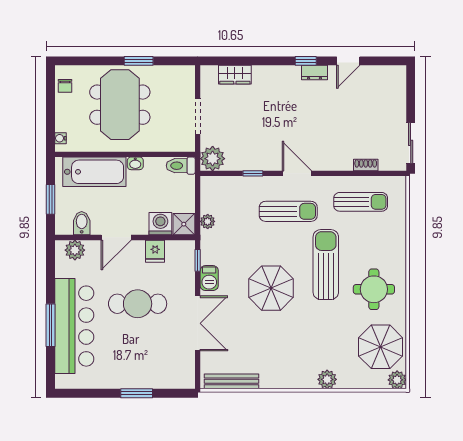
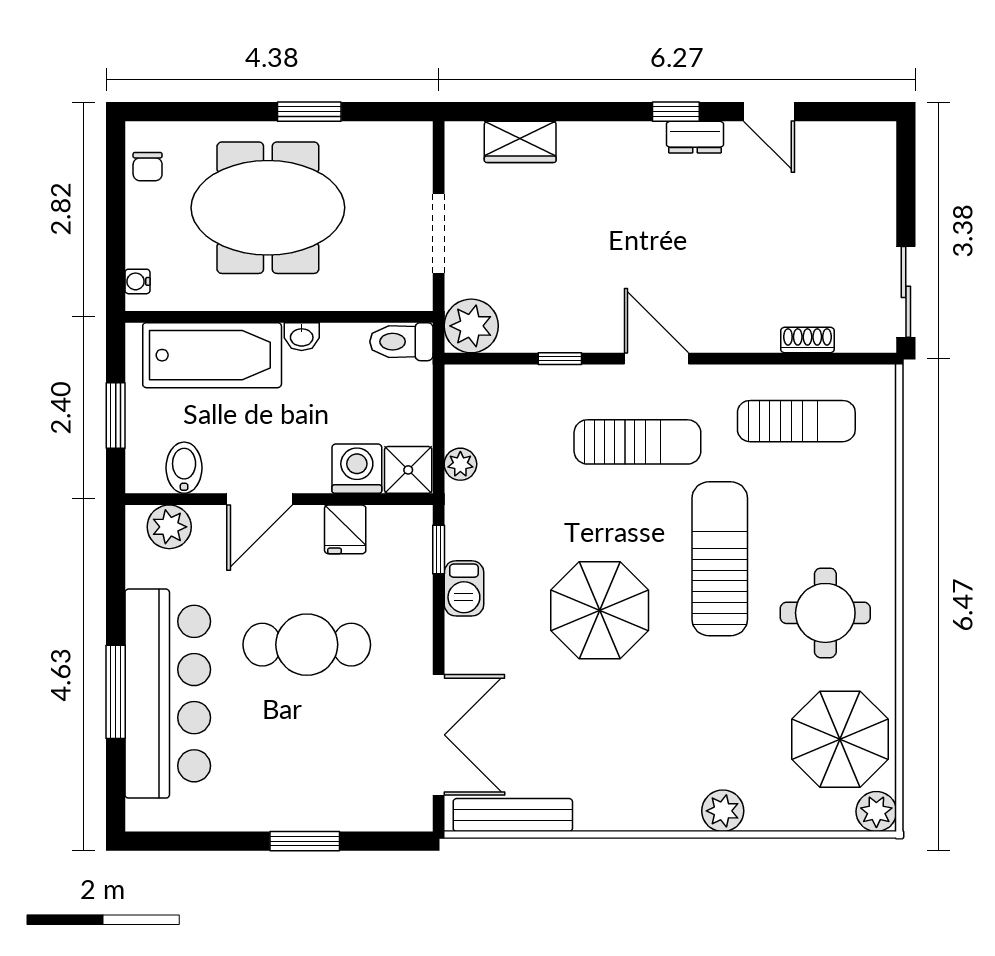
door: (348, 61) -> (769, 112), hinge flipped
meeting table: (120, 105) -> (268, 208), turned 90
double door: (198, 323) -> (439, 735), moved

